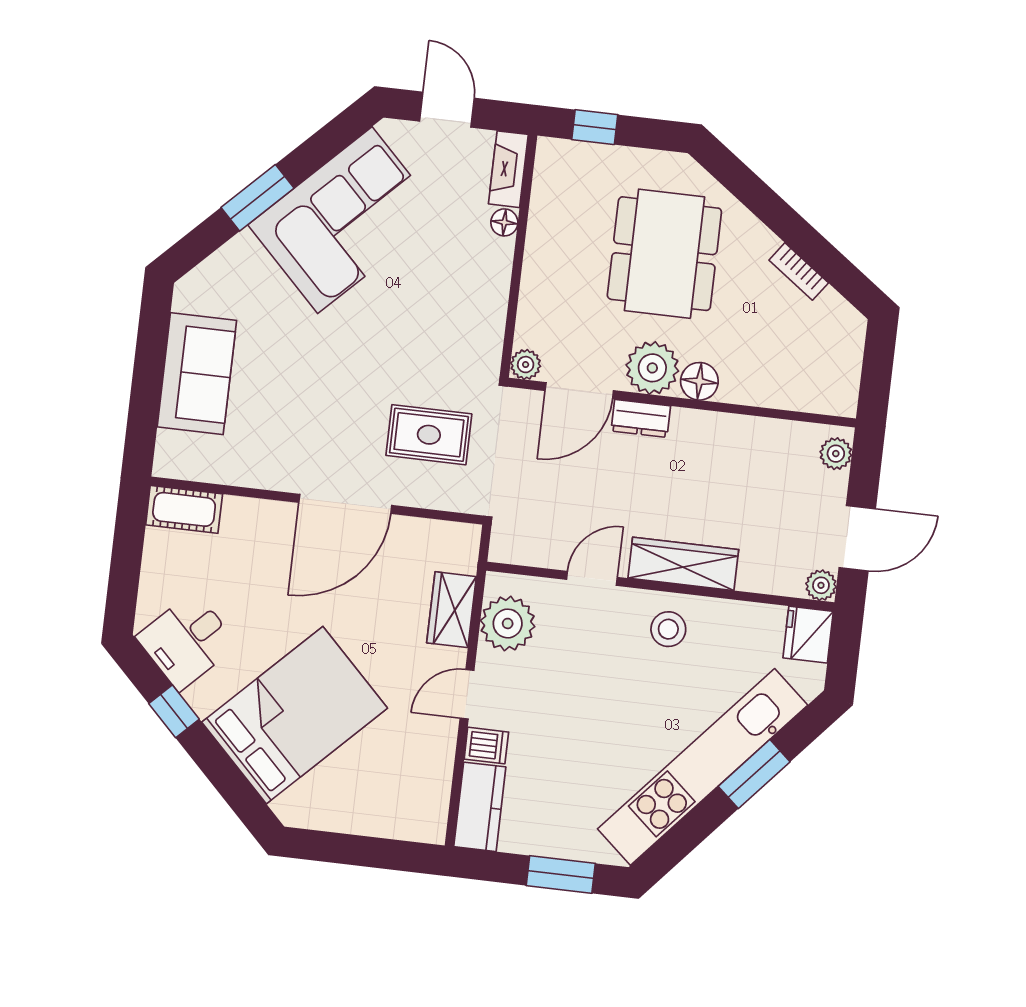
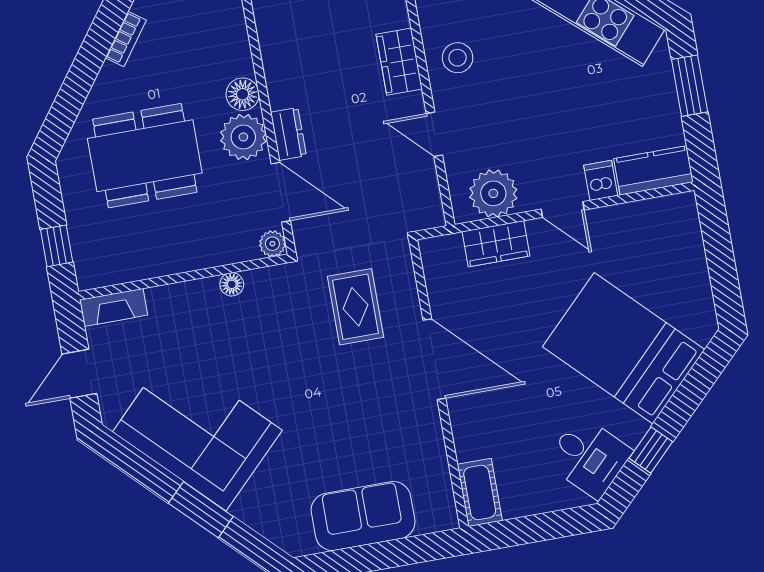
floor lamp: (504, 222) -> (232, 284), moved
wardrobe: (683, 564) -> (399, 62), width x0.67

